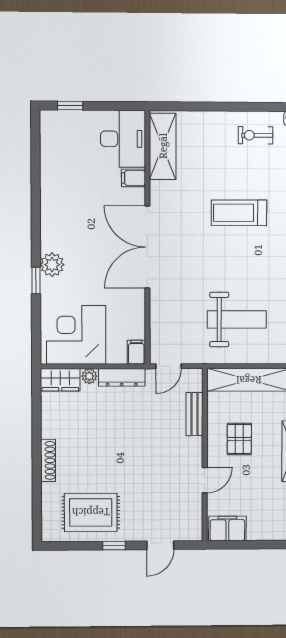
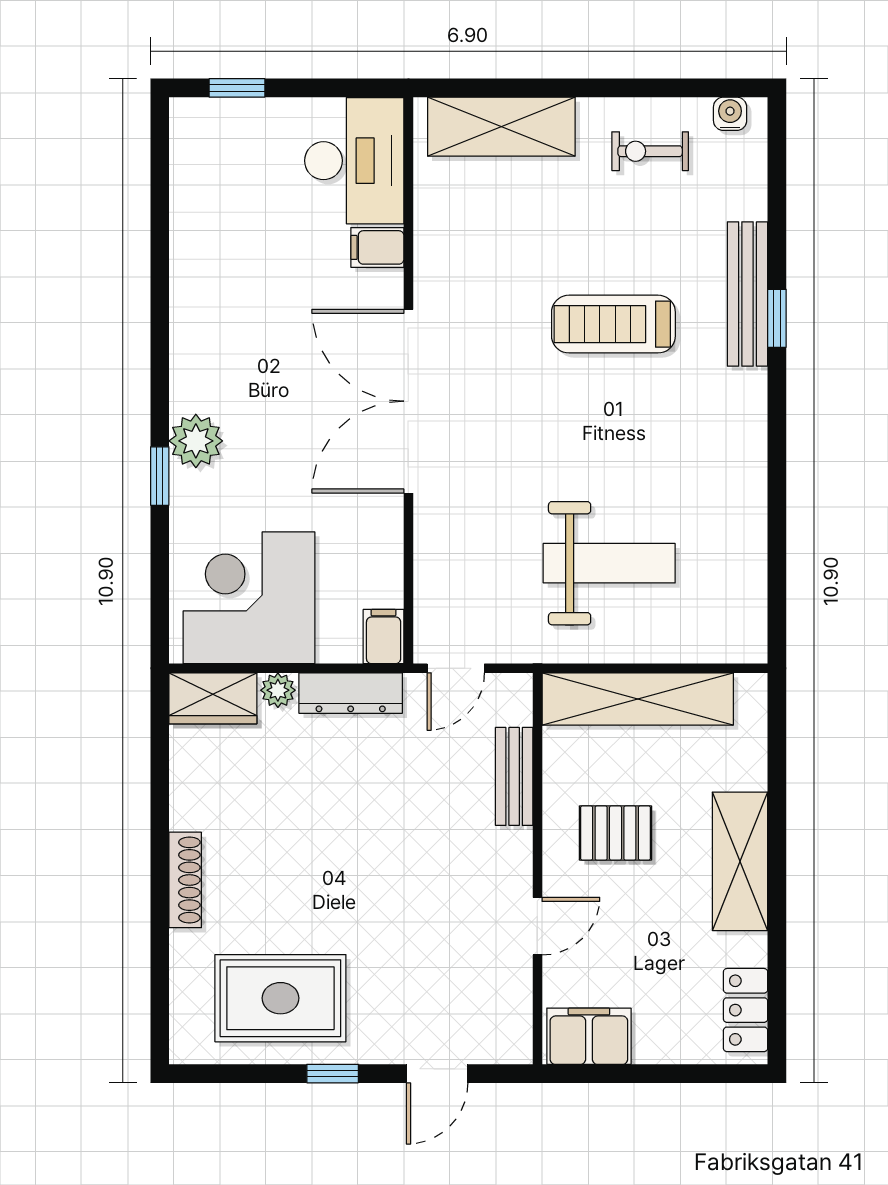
shelving: (163, 146) -> (501, 127), moved, turned 90
pallet: (239, 439) -> (616, 833), turned 90

